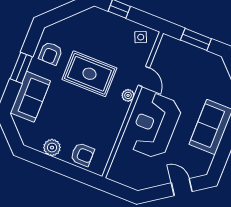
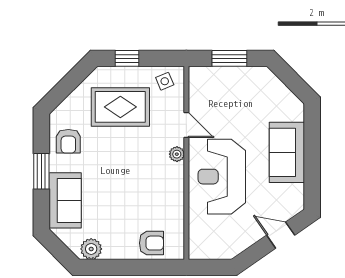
rug: (89, 74) -> (120, 107), moved
plant: (52, 148) -> (91, 249), moved

